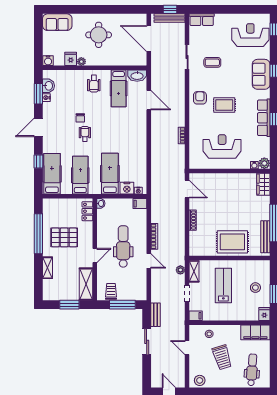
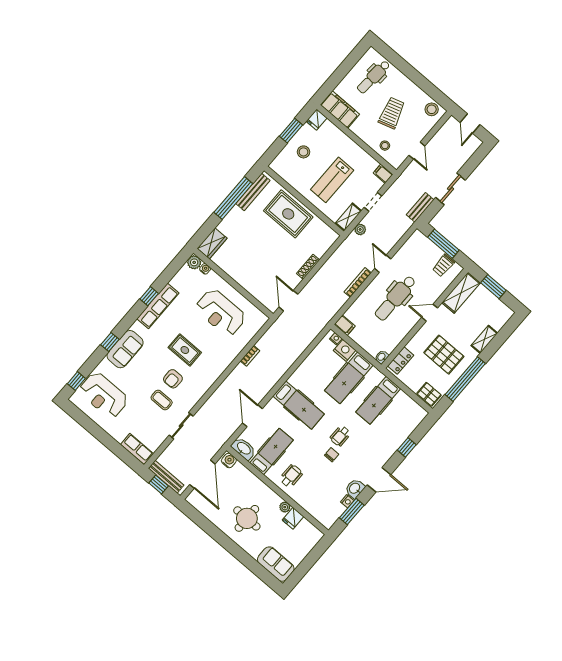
water cooler: (48, 61) -> (229, 460), moved
washbasin: (48, 86) -> (355, 488), moved
armchair: (200, 98) -> (173, 379), moved
hospital bed: (52, 174) -> (299, 405), moved, turned -90
pallet: (52, 206) -> (429, 394), added

